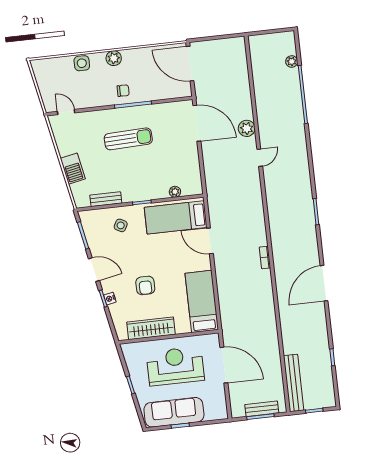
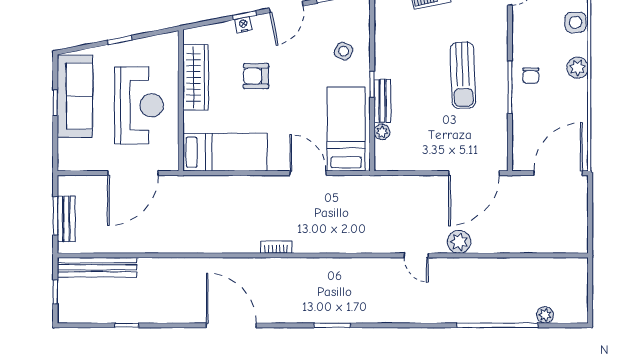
bench: (106, 199) -> (382, 101), moved
door: (210, 241) -> (308, 173), hinge flipped

